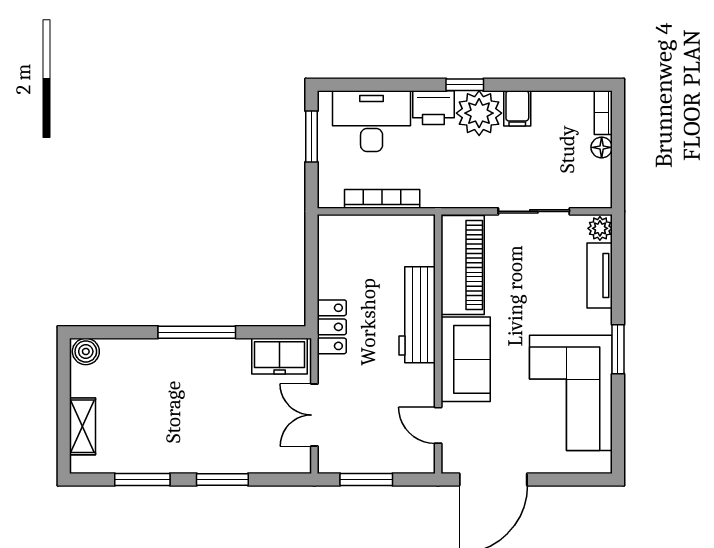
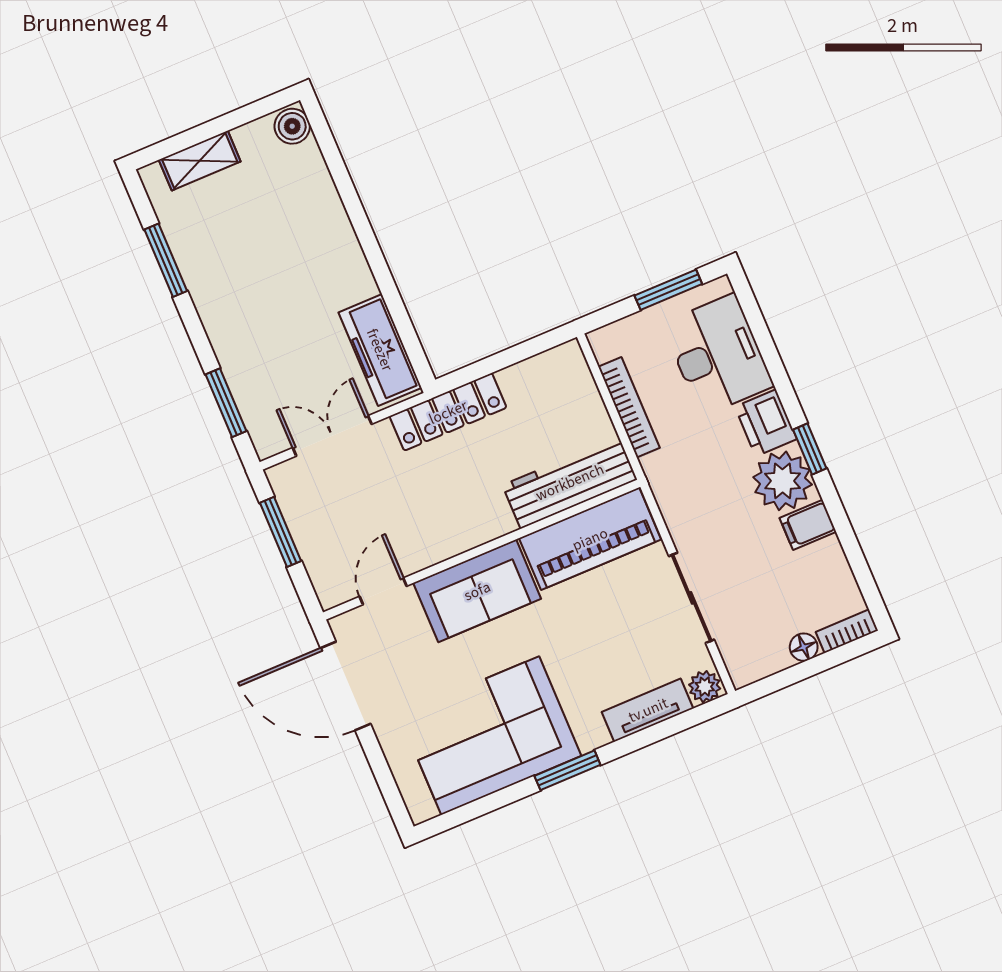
workbench: (417, 315) -> (570, 482), moved
locker: (332, 327) -> (448, 412), width x1.53
window: (197, 332) -> (372, 251), removed
freezer: (280, 356) -> (380, 350), width x1.40
window: (222, 480) -> (226, 403), moved

